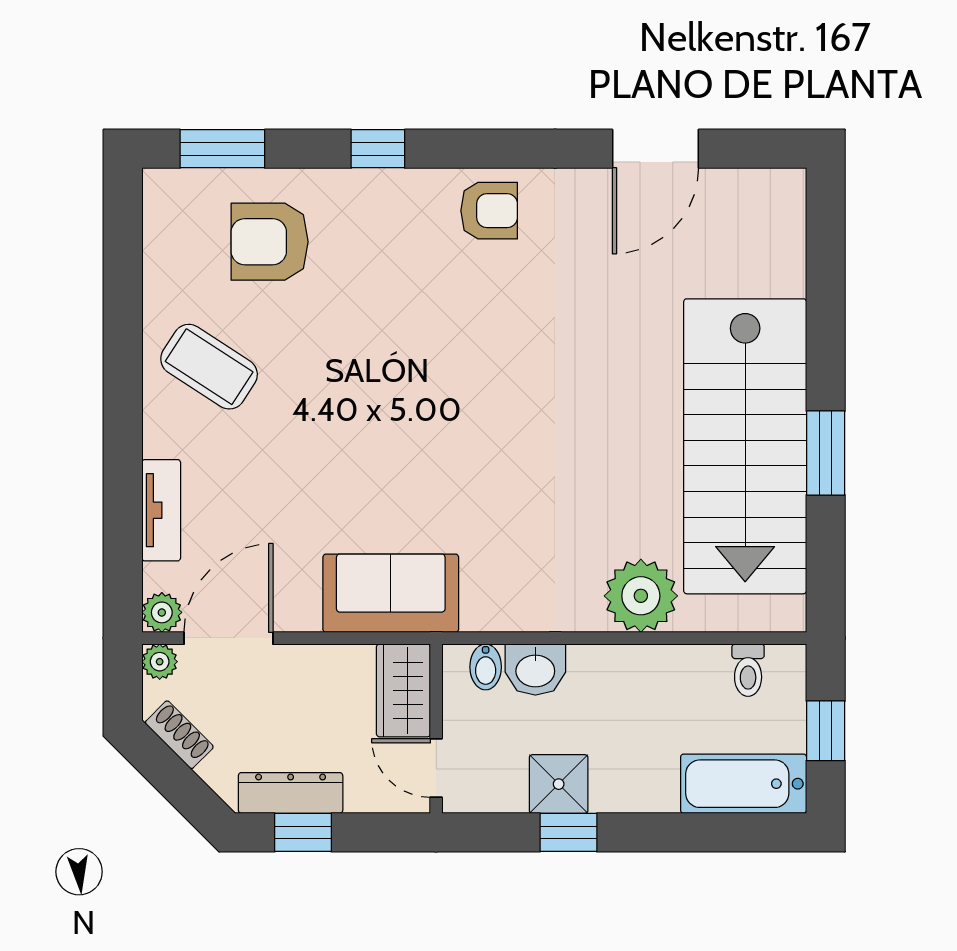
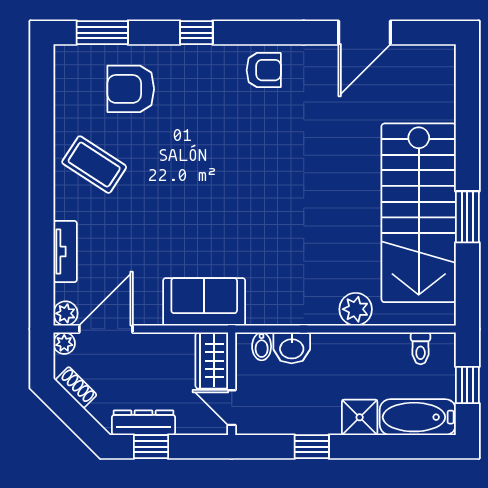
plant: (641, 596) -> (356, 309), width x0.73, depth x0.73
shower: (559, 784) -> (360, 417), moved

